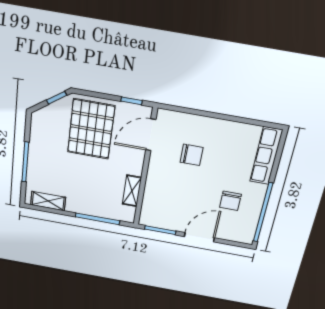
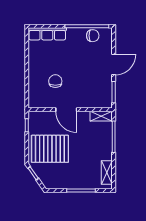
door: (151, 135) -> (66, 110), moved
shelving: (132, 191) -> (101, 116), moved
chair: (230, 201) -> (93, 36), moved
door: (199, 237) -> (114, 65), swing flipped

